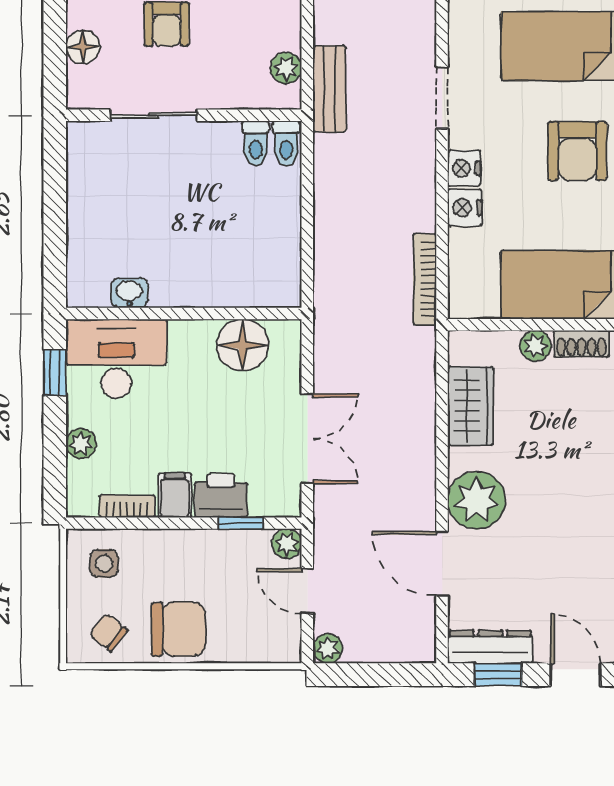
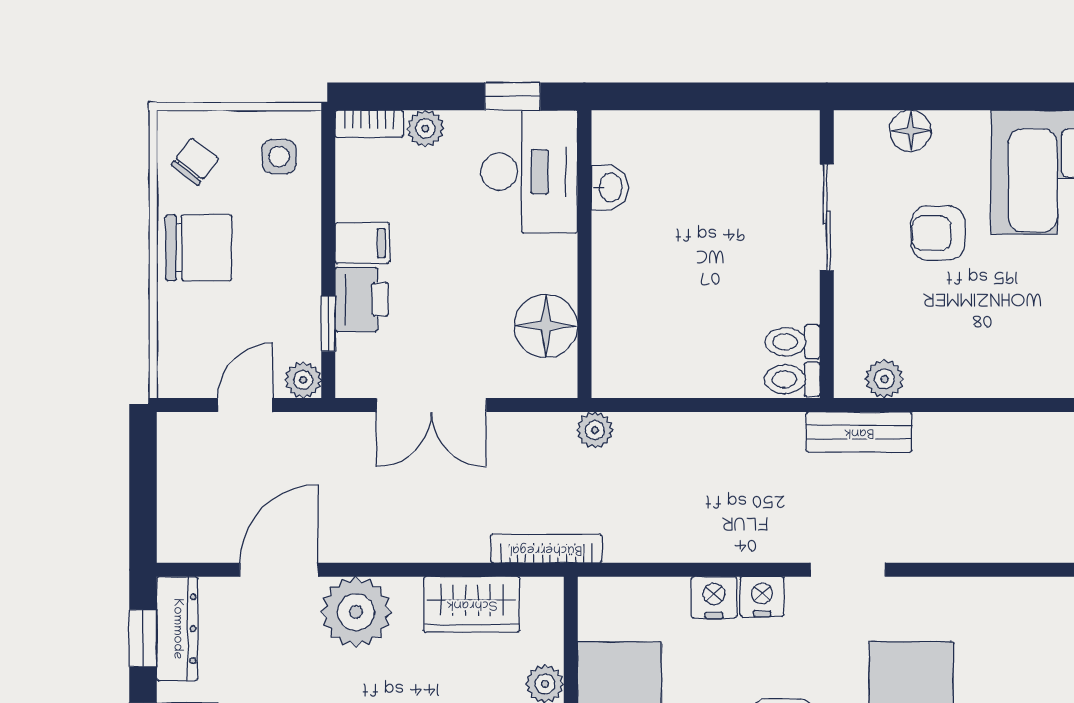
bookcase: (425, 279) -> (546, 549), moved
bookcase: (127, 506) -> (369, 124), moved, turned 90
chair: (179, 629) -> (199, 248), turned -90
plant: (328, 649) -> (595, 430), moved

